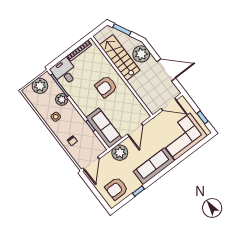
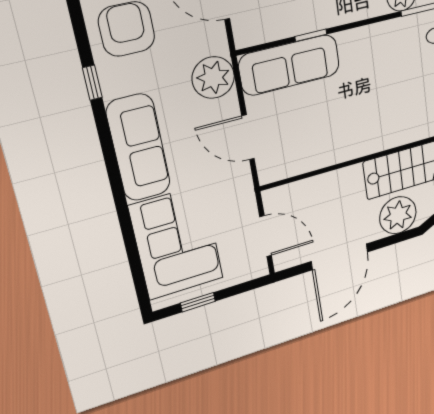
armchair: (106, 87) -> (375, 111), removed
door: (169, 104) -> (266, 236), swing flipped

